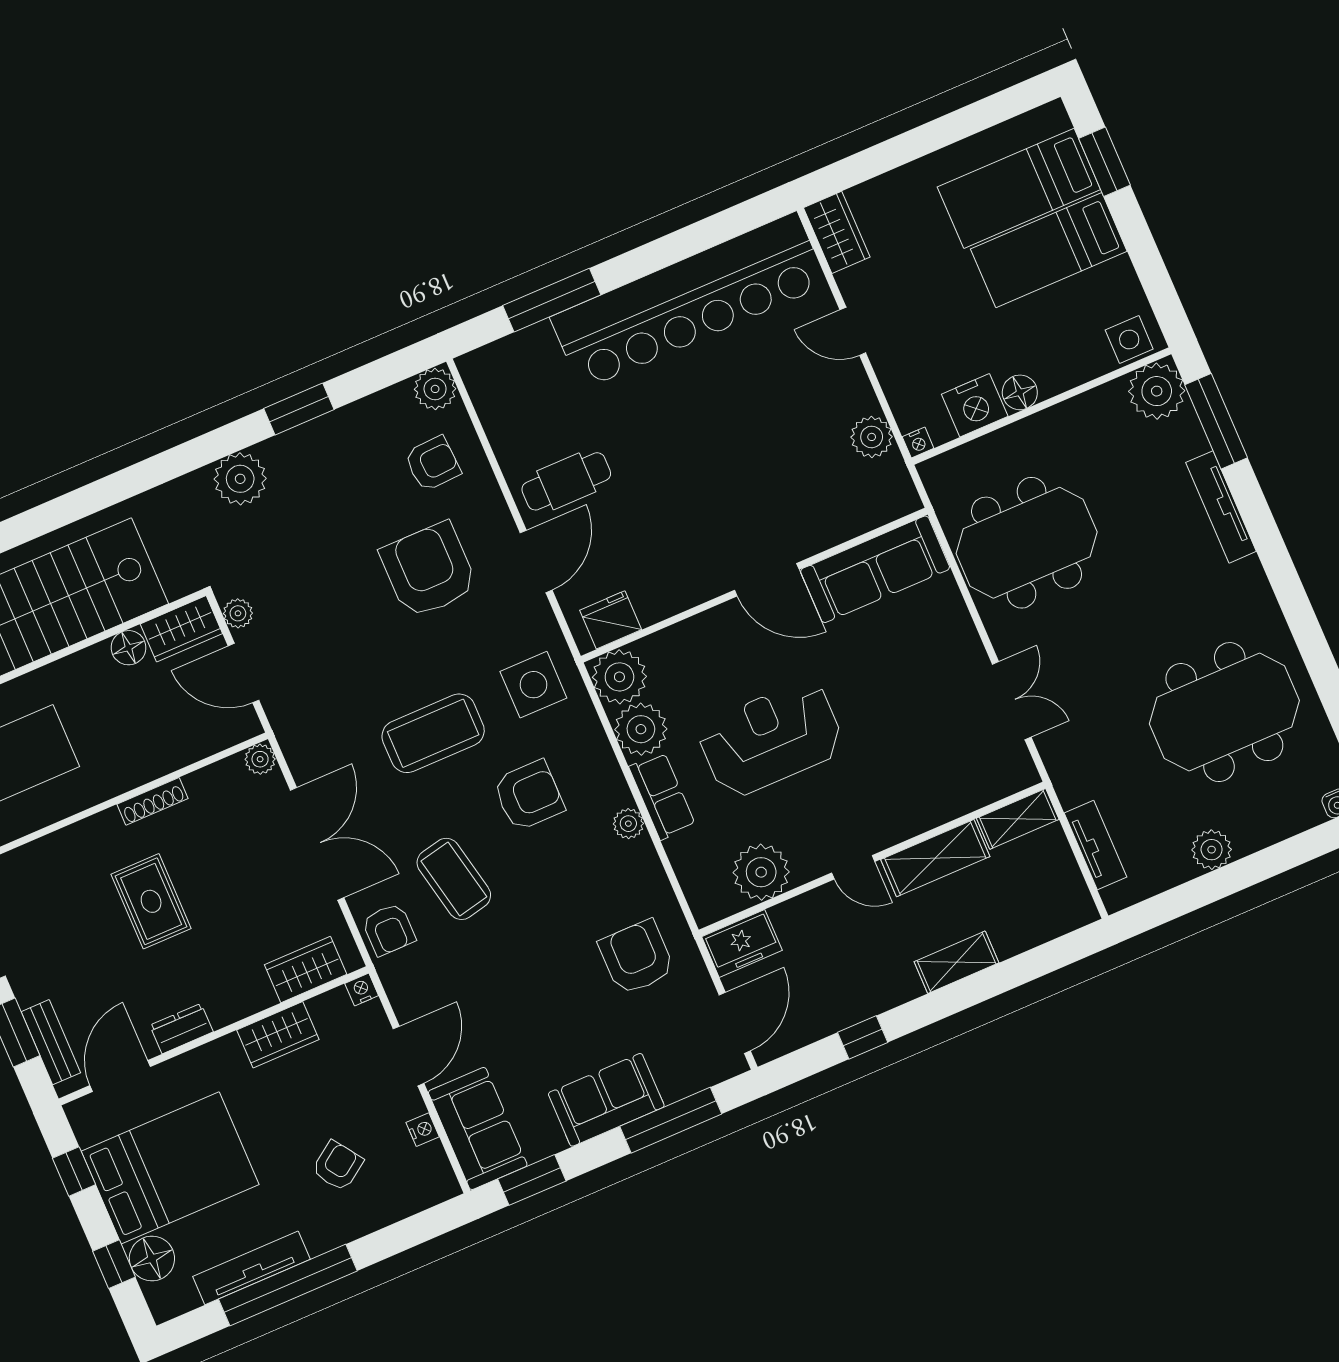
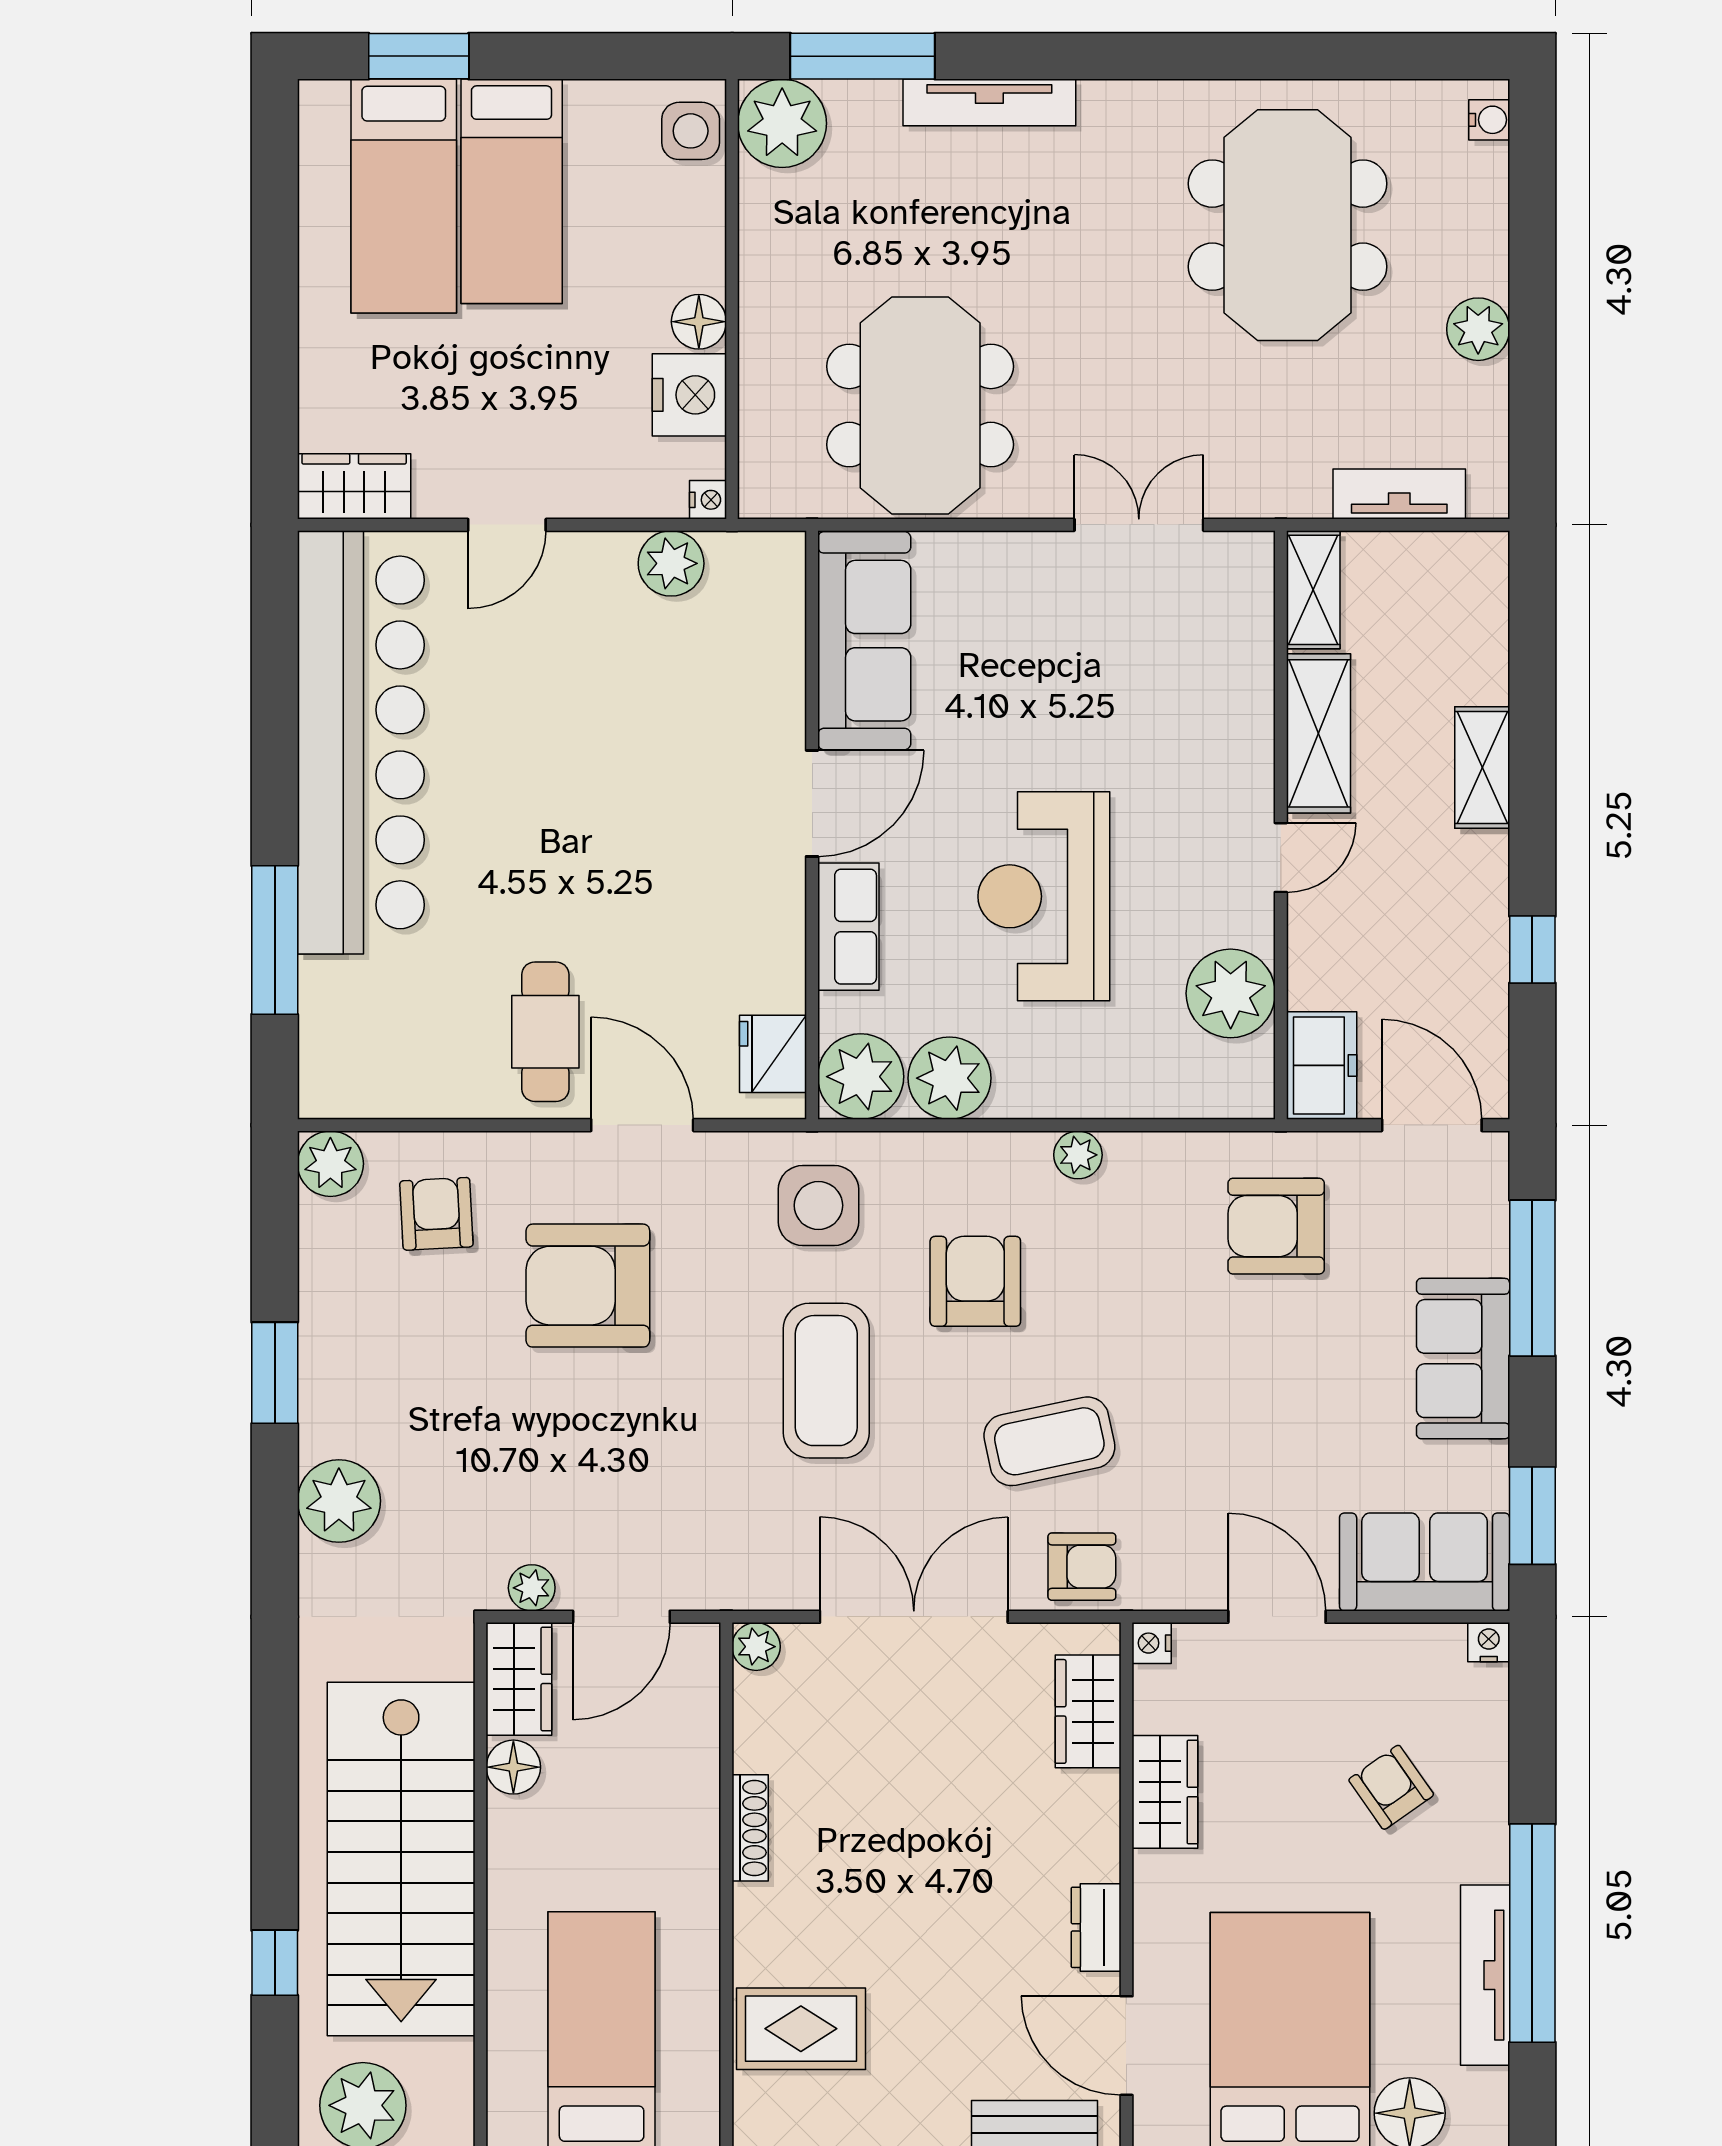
row of seats: (662, 796) -> (848, 927), moved, turned 90
rug: (151, 901) -> (801, 2029), moved
nightstand: (423, 1130) -> (1489, 1642), moved

